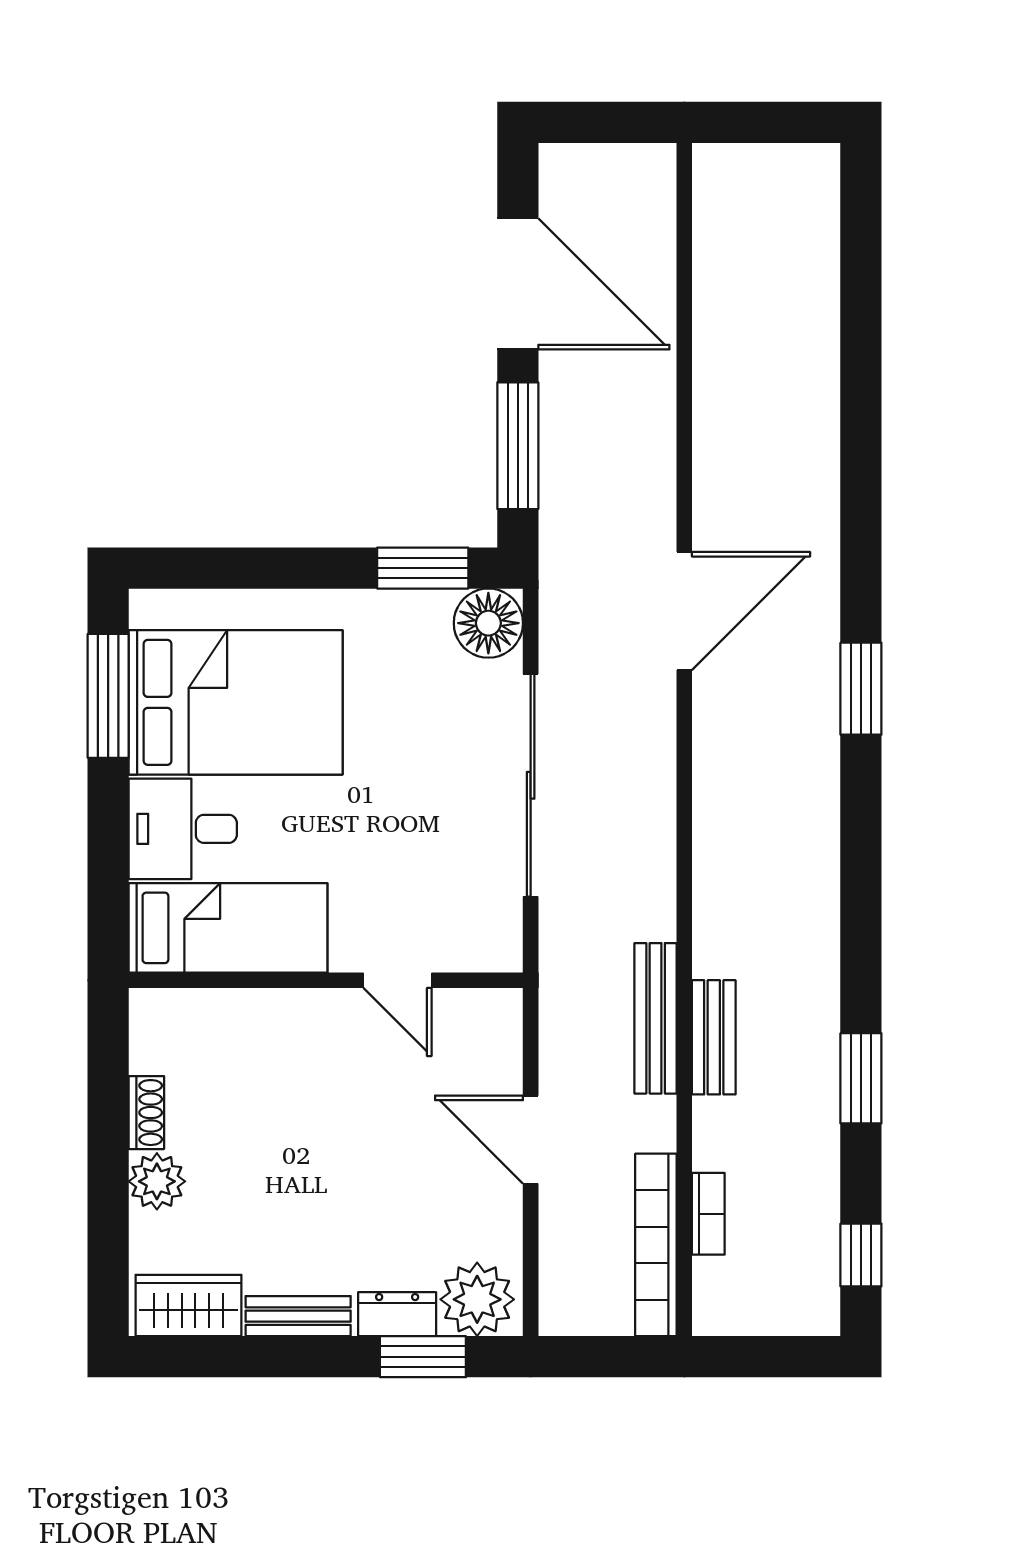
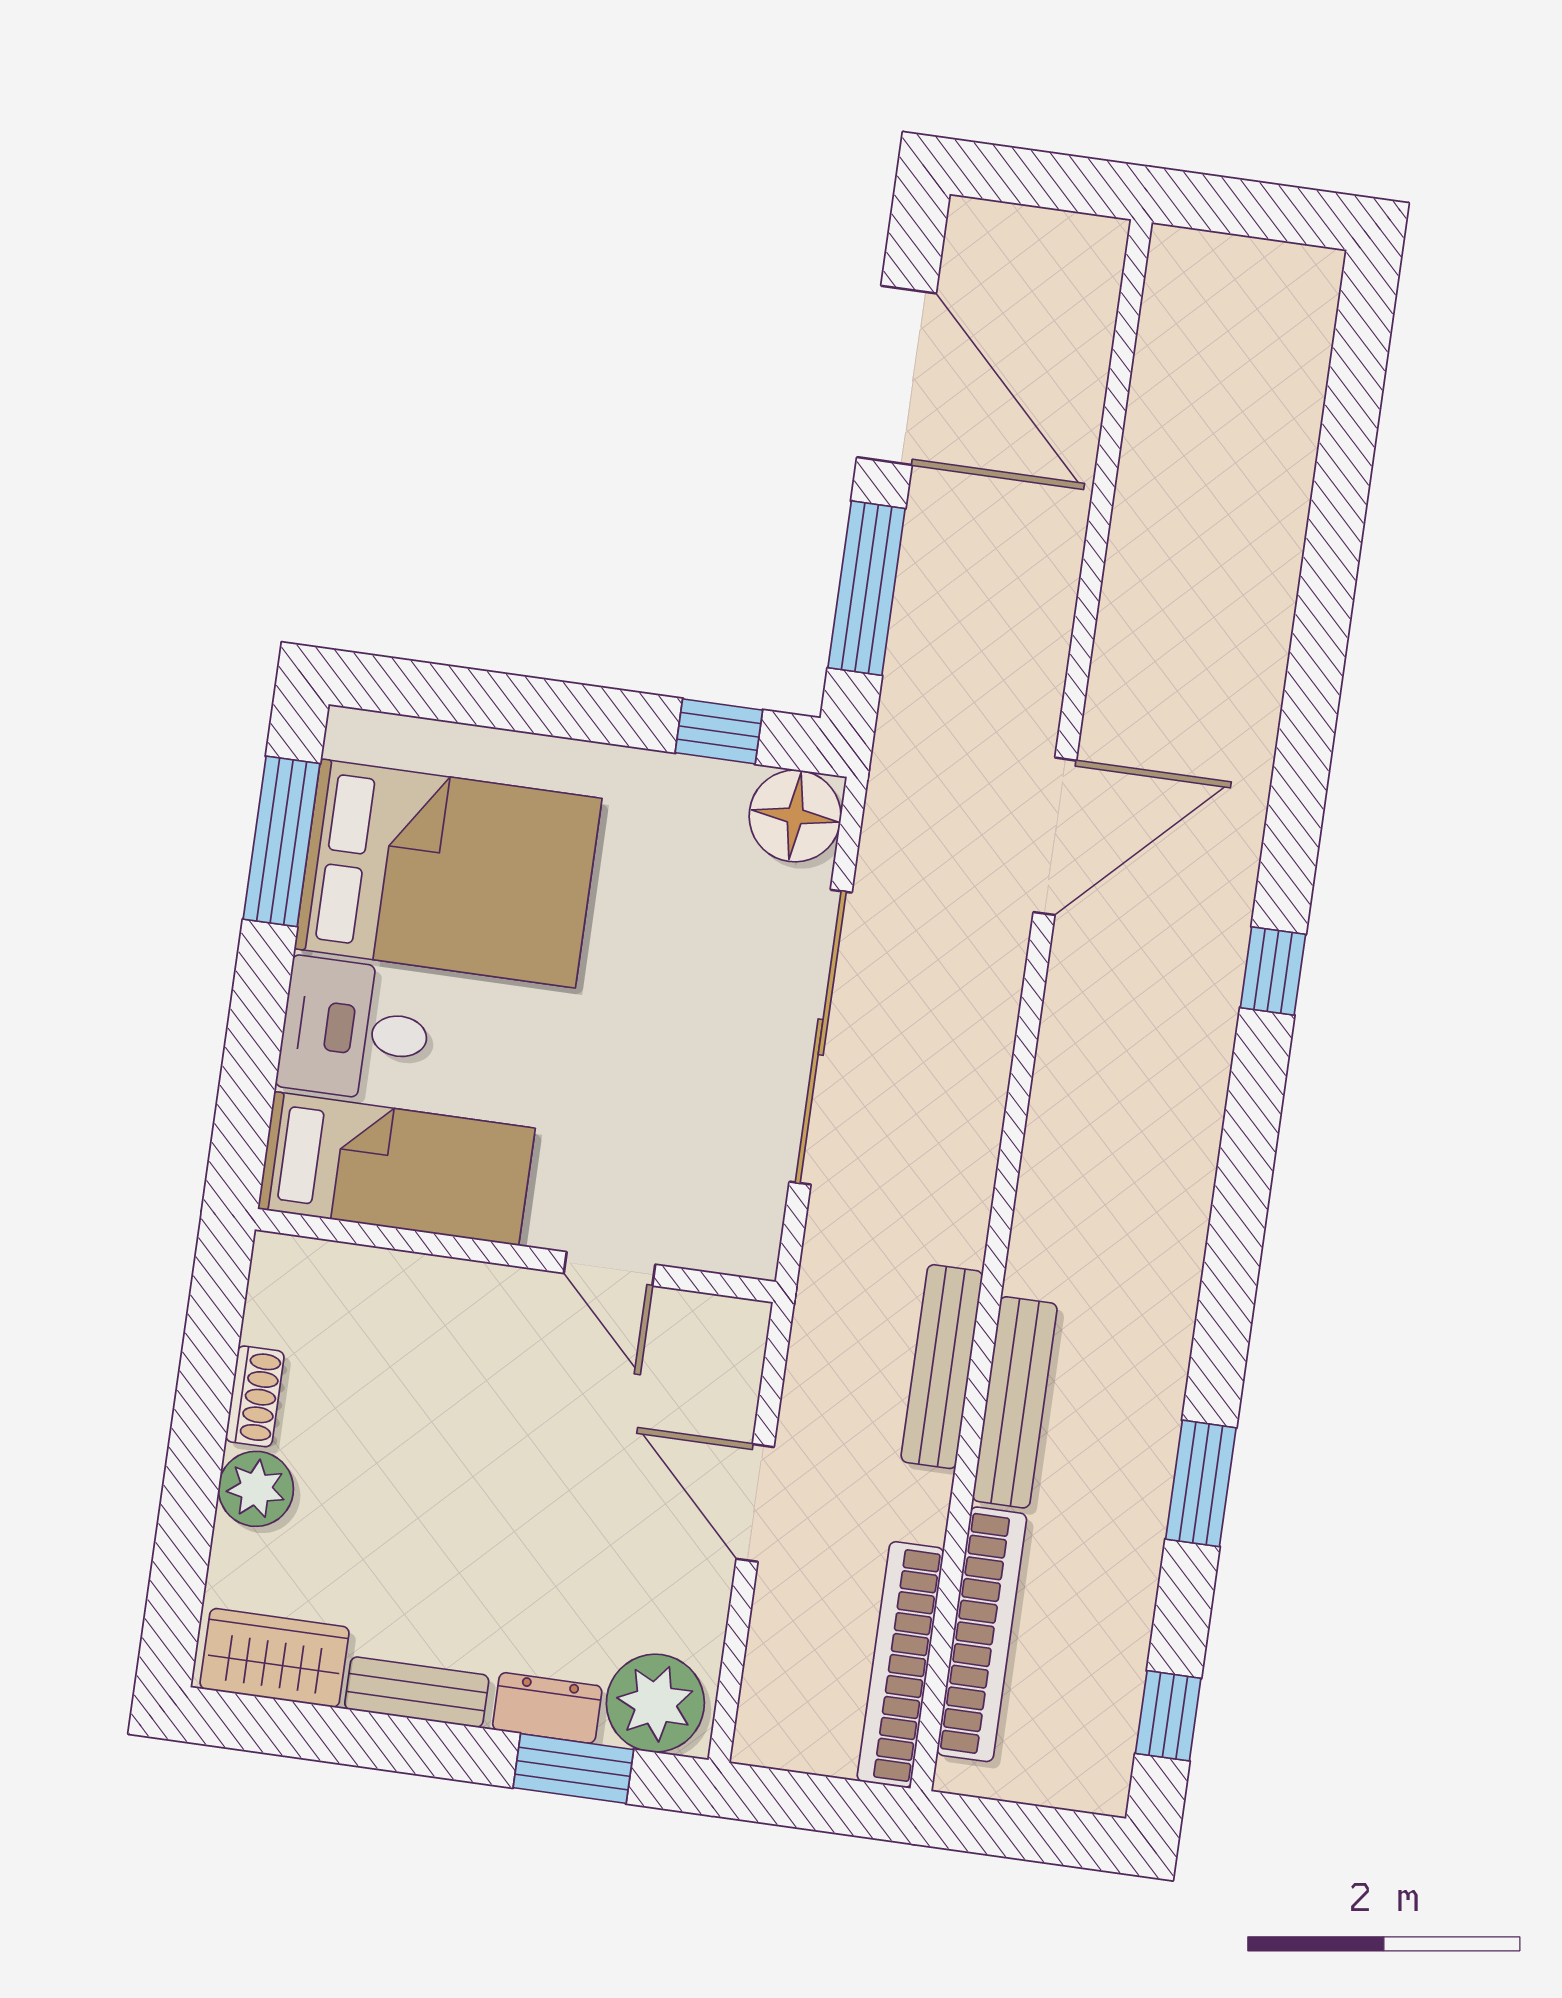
window: (423, 568) -> (719, 731), width x0.67
window: (861, 689) -> (1273, 971), width x0.67
bench: (714, 1037) -> (1015, 1402), width x1.36
bookcase: (708, 1214) -> (982, 1634), width x2.31, depth x1.31

